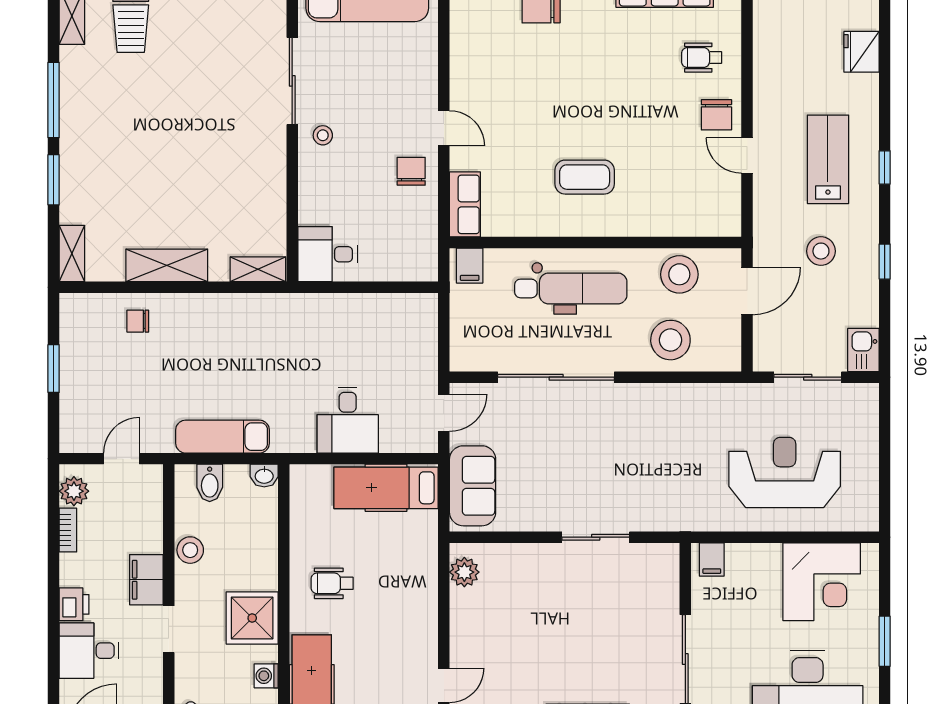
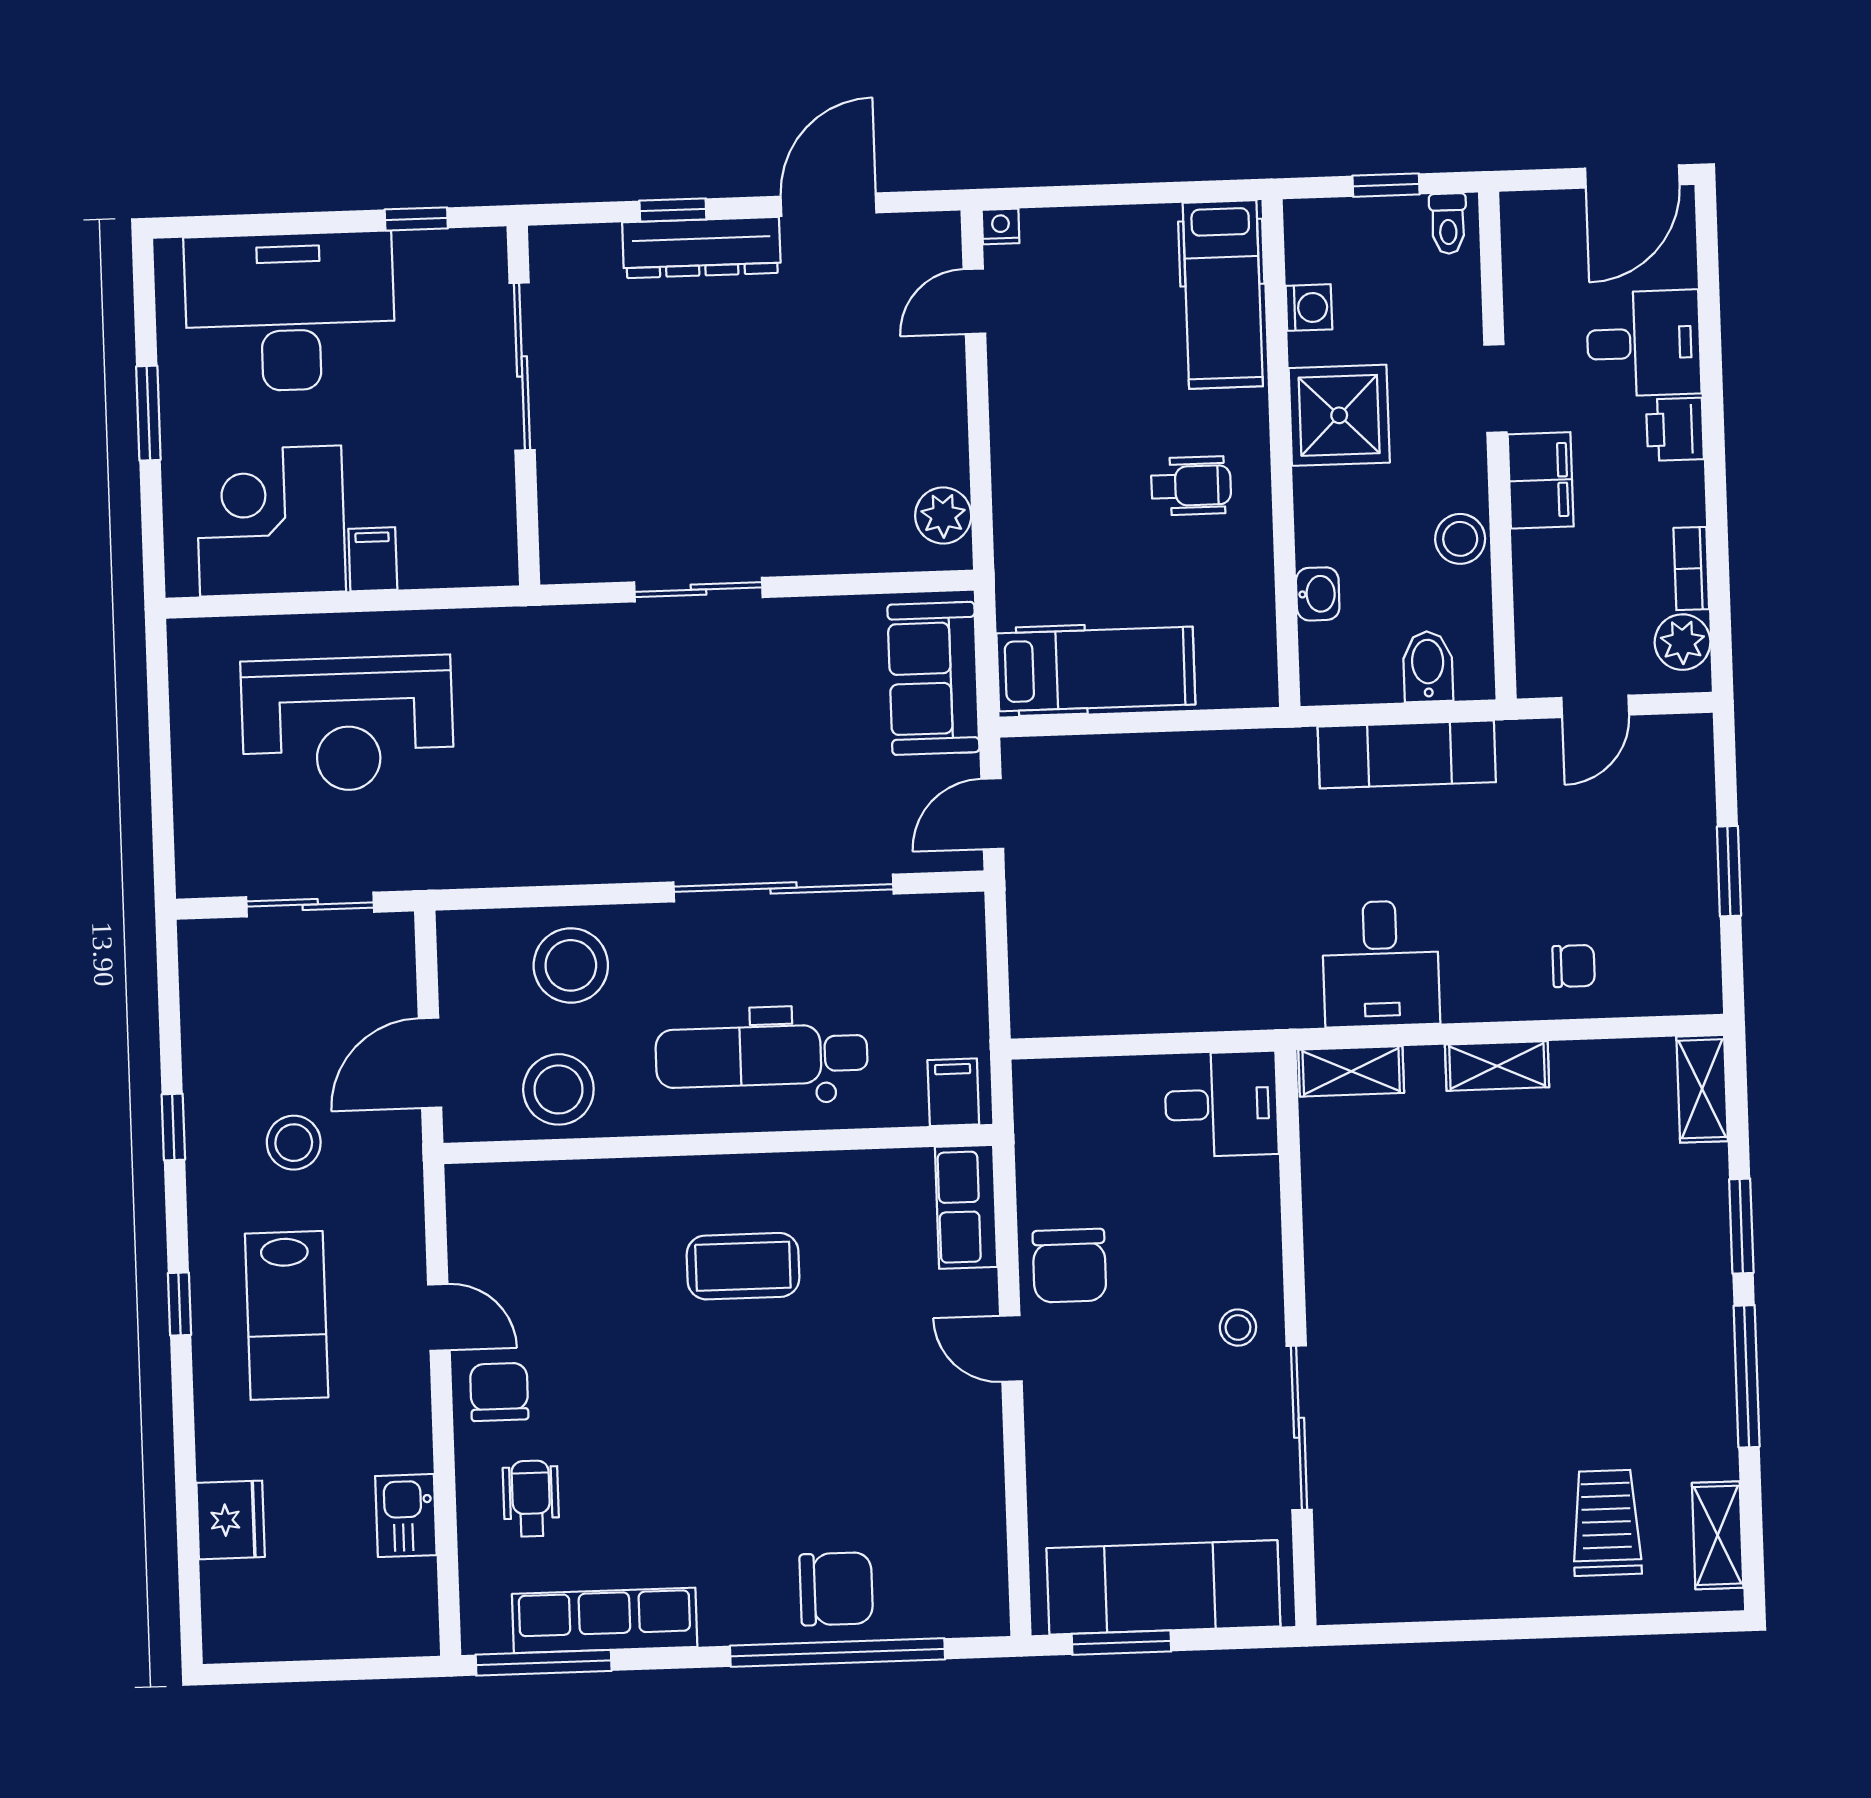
wheelchair: (702, 58) -> (531, 1499), turned -90
chair: (411, 171) -> (1069, 1266), width x1.37, depth x1.37
shelving: (167, 265) -> (1497, 1066), width x0.67, depth x0.75
kitchen sink: (863, 350) -> (406, 1516), moved, turned 180
desk: (348, 420) -> (1381, 964), moved, turned 180
washbasin: (264, 476) -> (1318, 594), moved, turned 90
filing cabinet: (712, 559) -> (373, 559), moved

